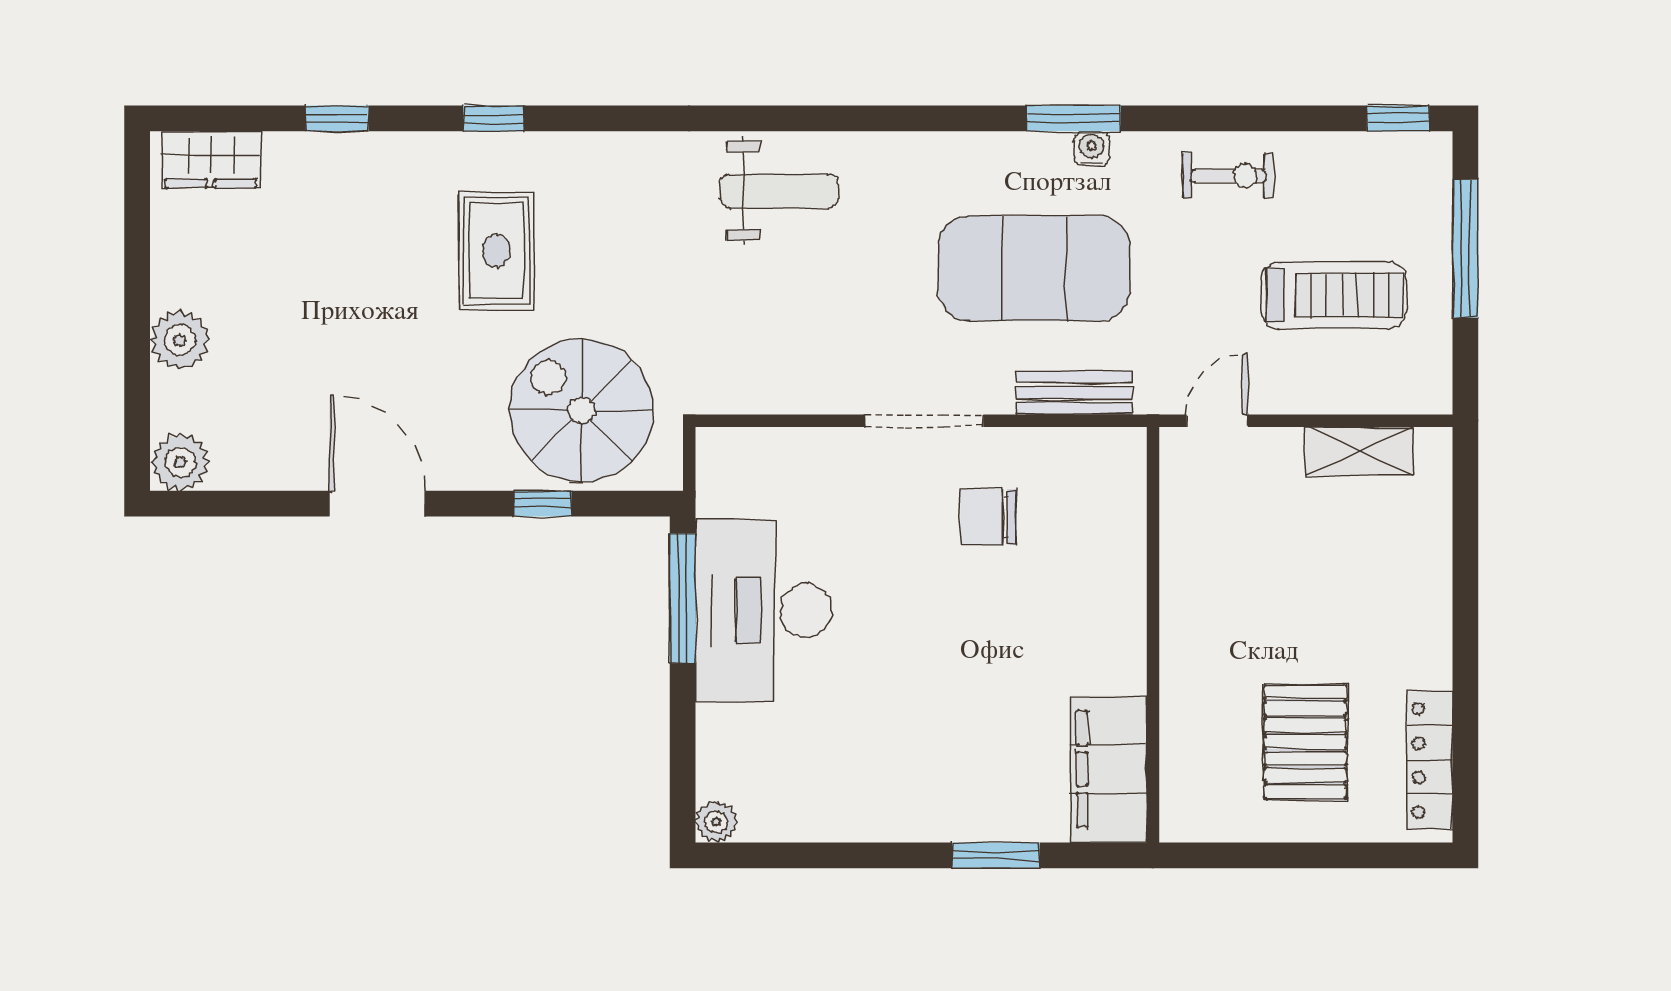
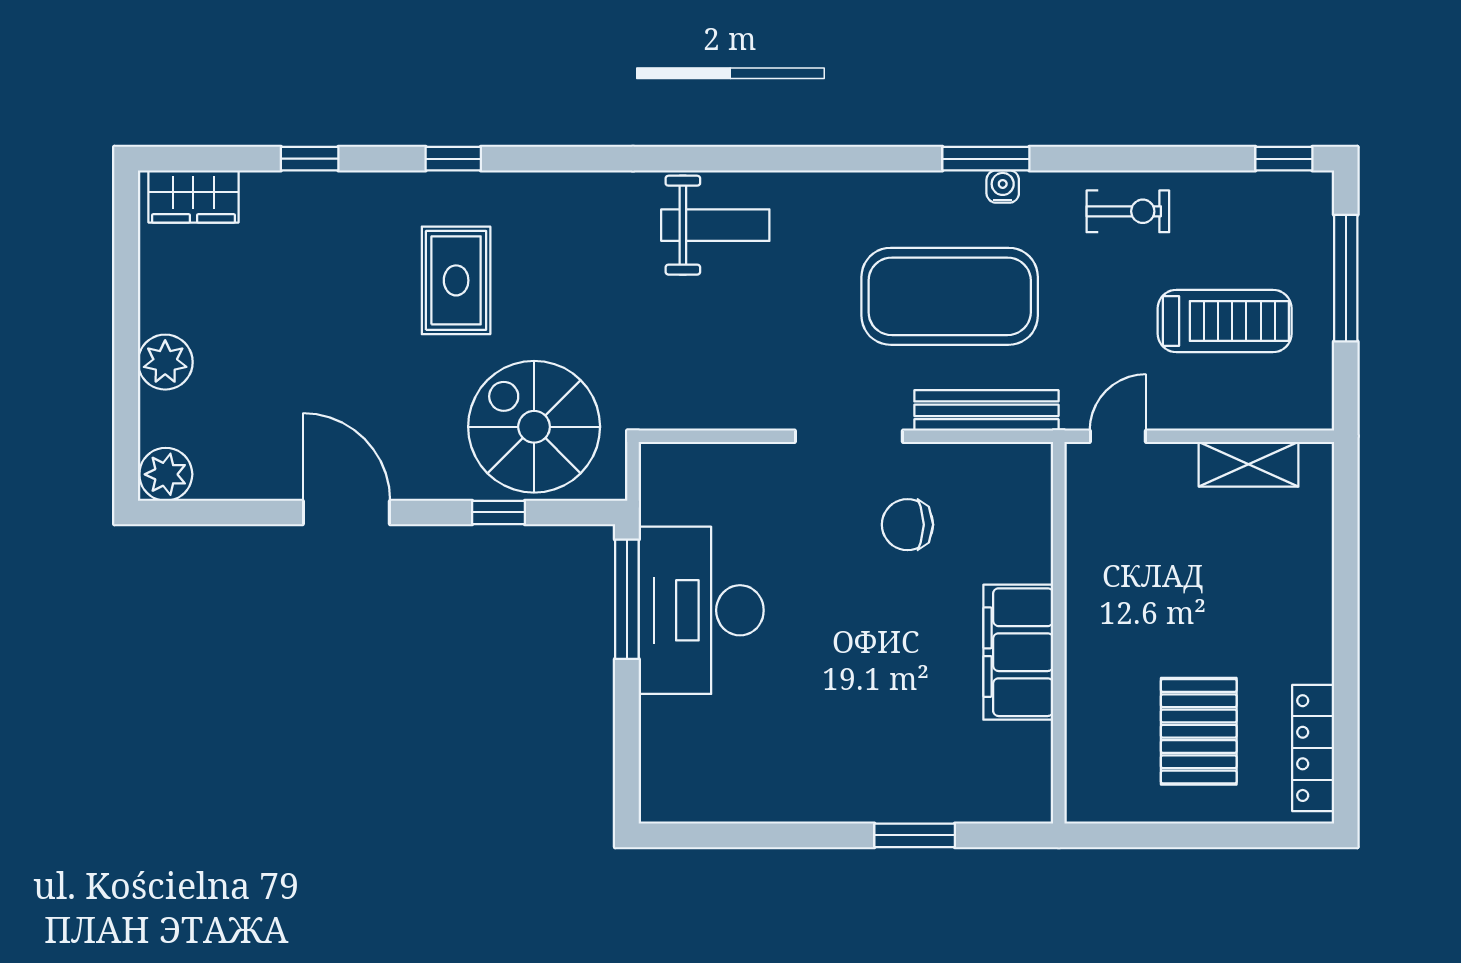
bench: (1074, 393) -> (986, 410), width x1.36
filing cabinet: (1109, 769) -> (1018, 652), moved
plant: (716, 822) -> (658, 804), removed

